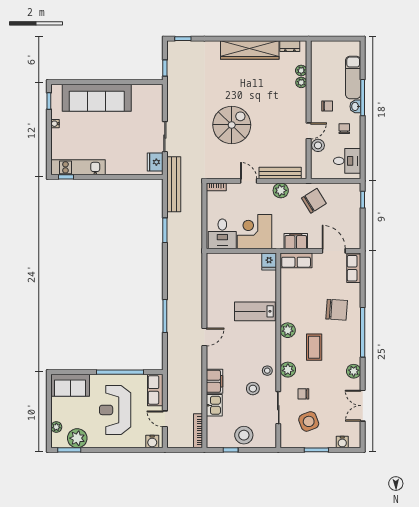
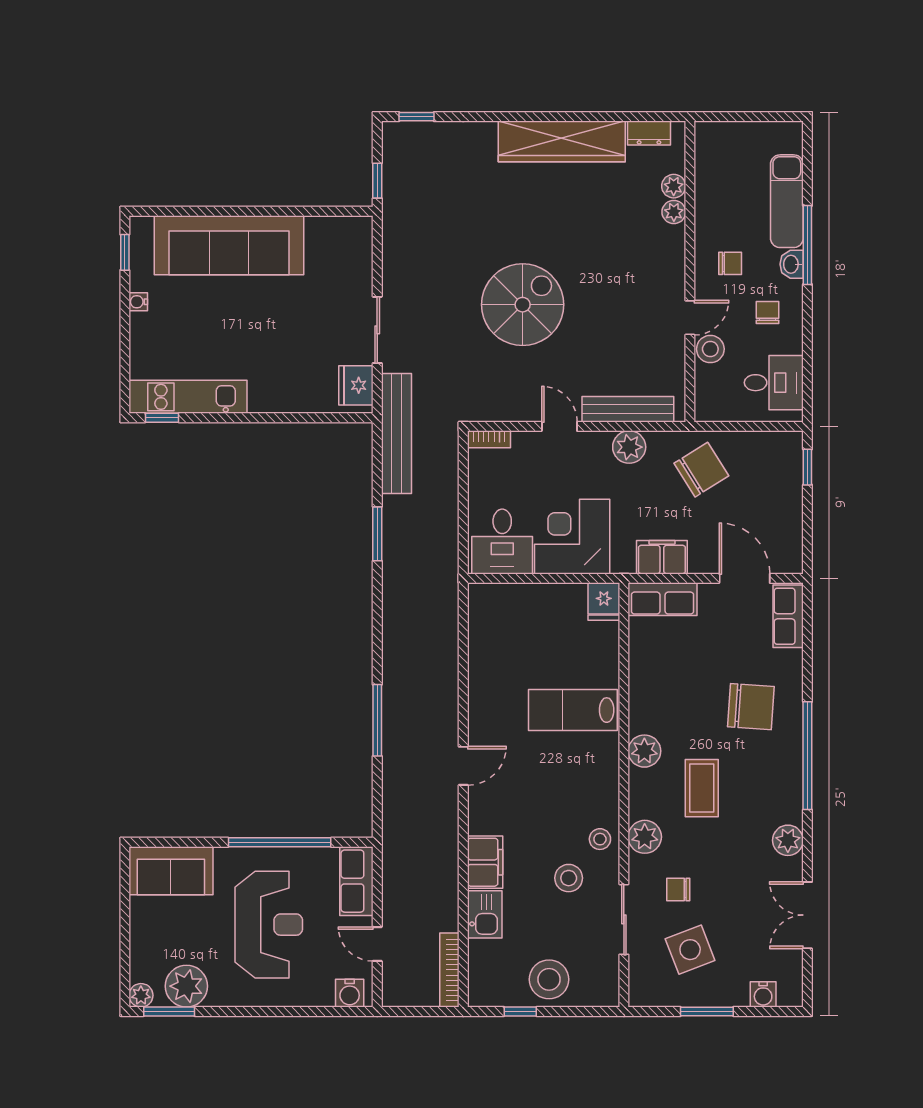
reception desk: (115, 410) -> (269, 925), turned 180
plant: (56, 427) -> (141, 995), moved

